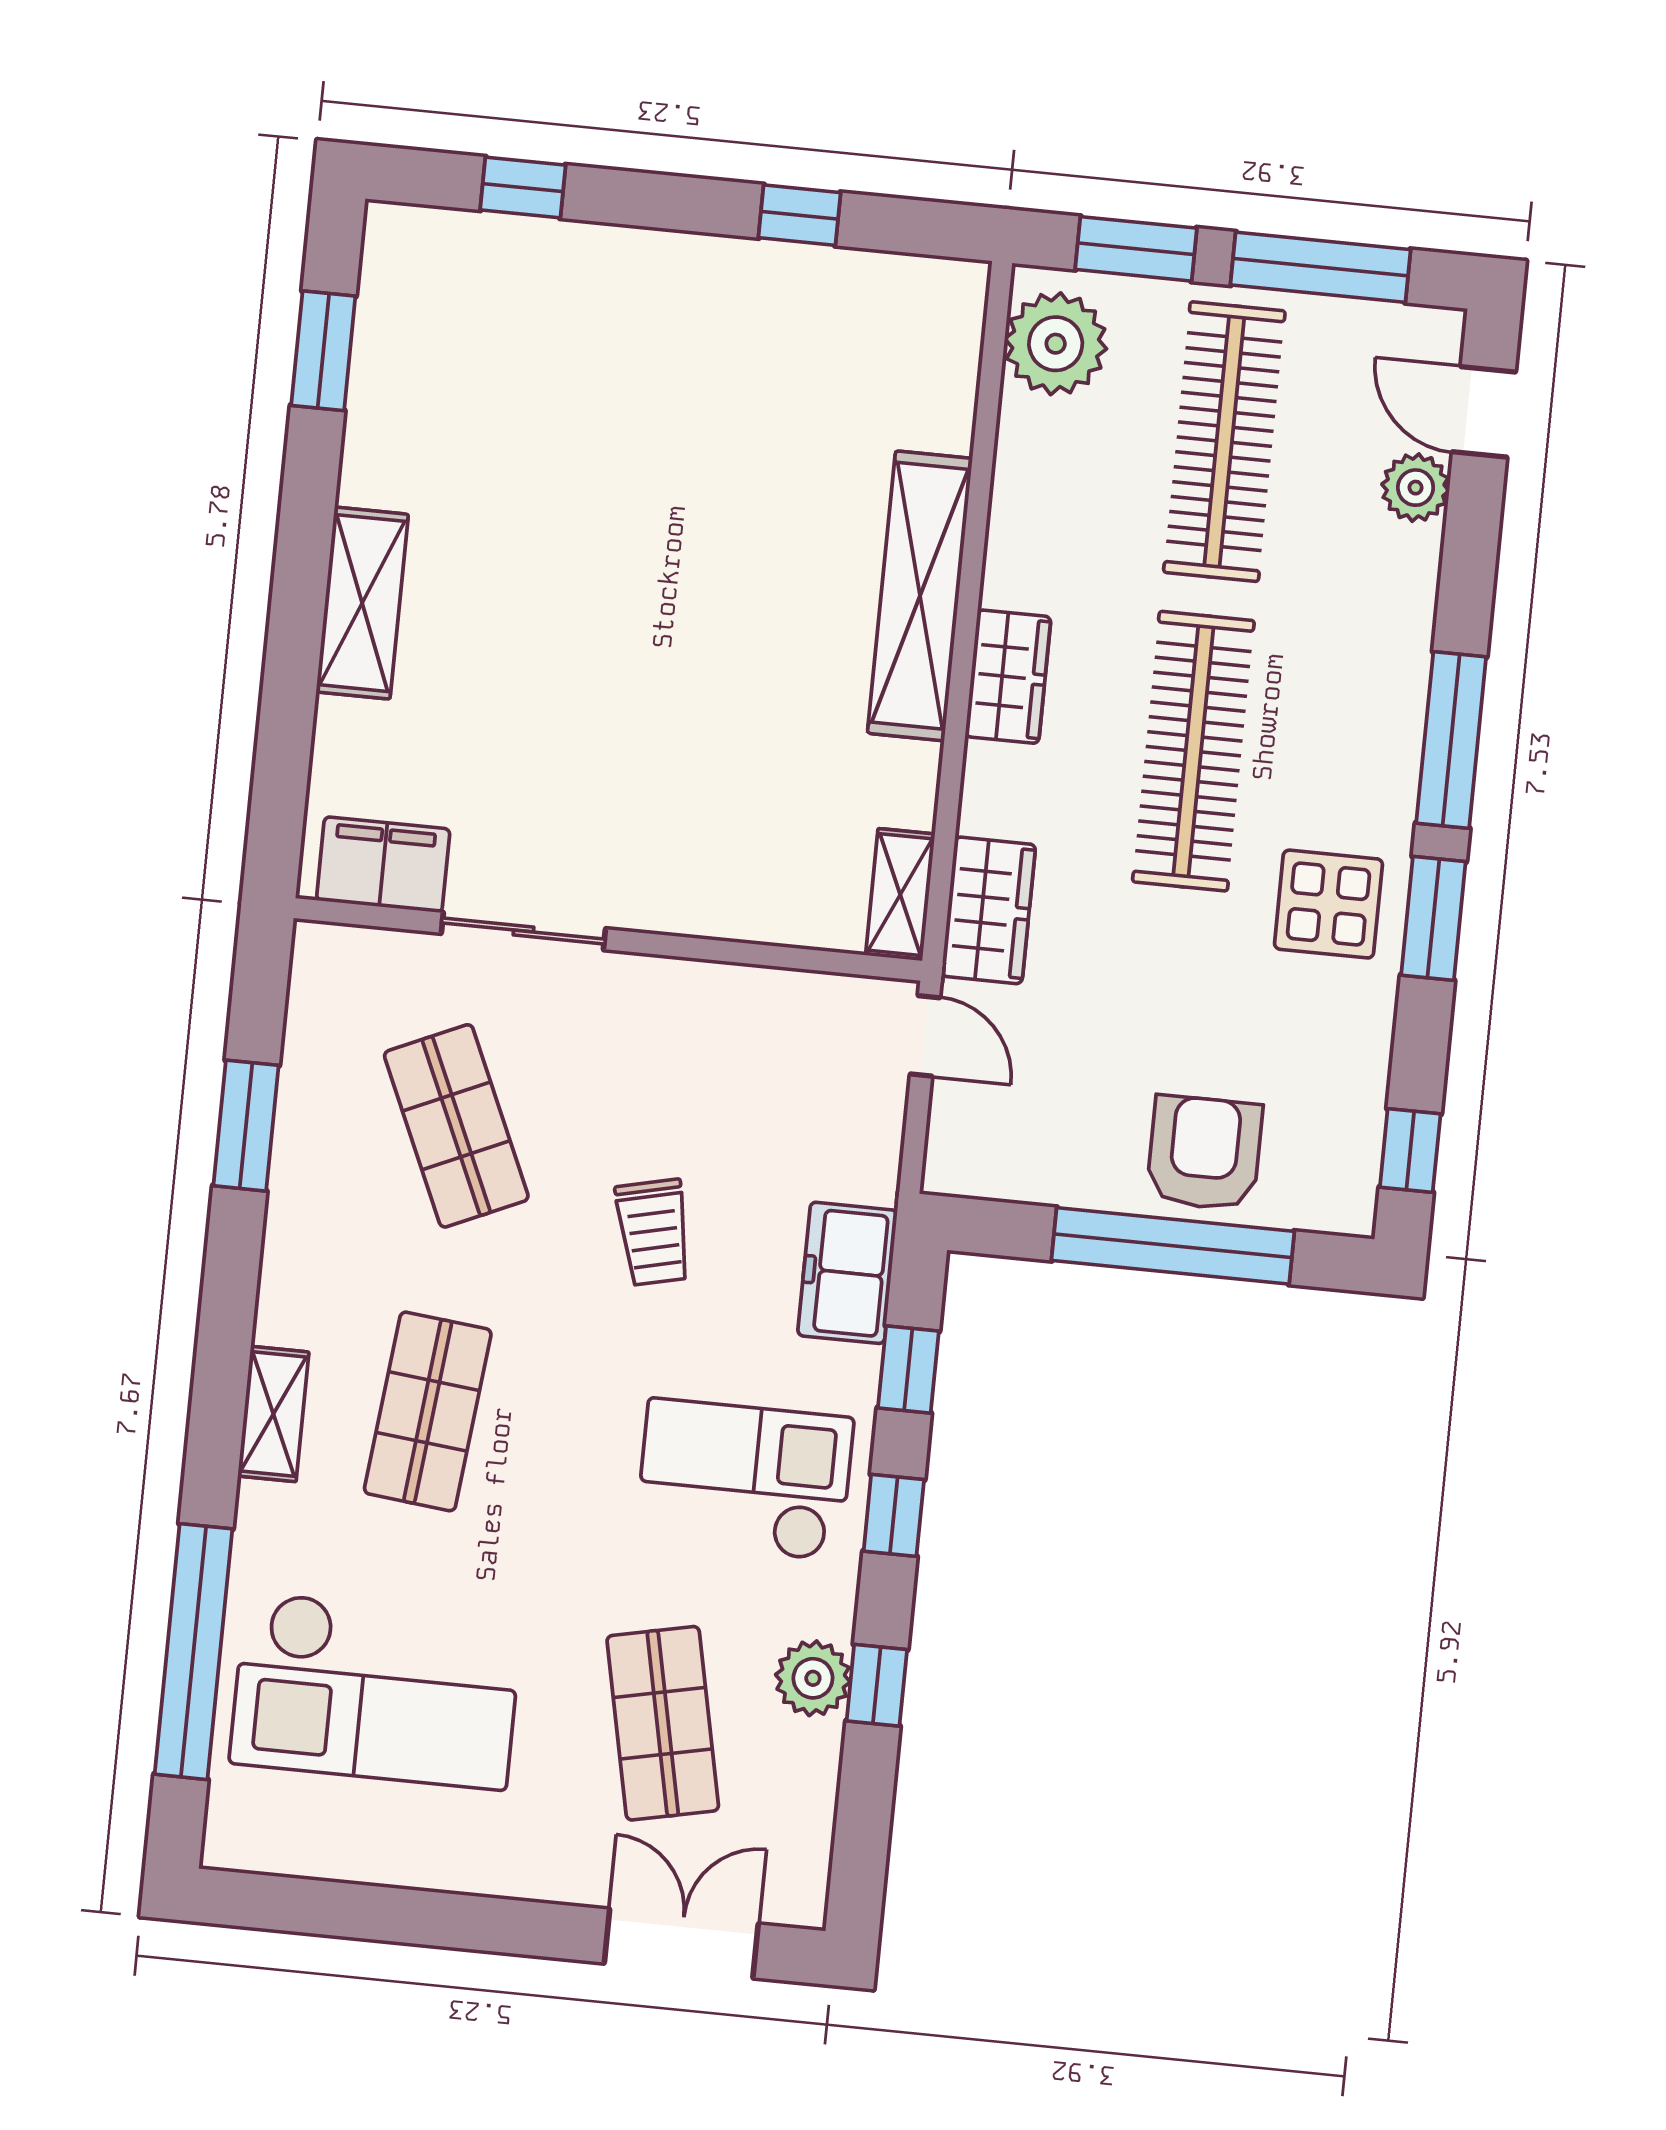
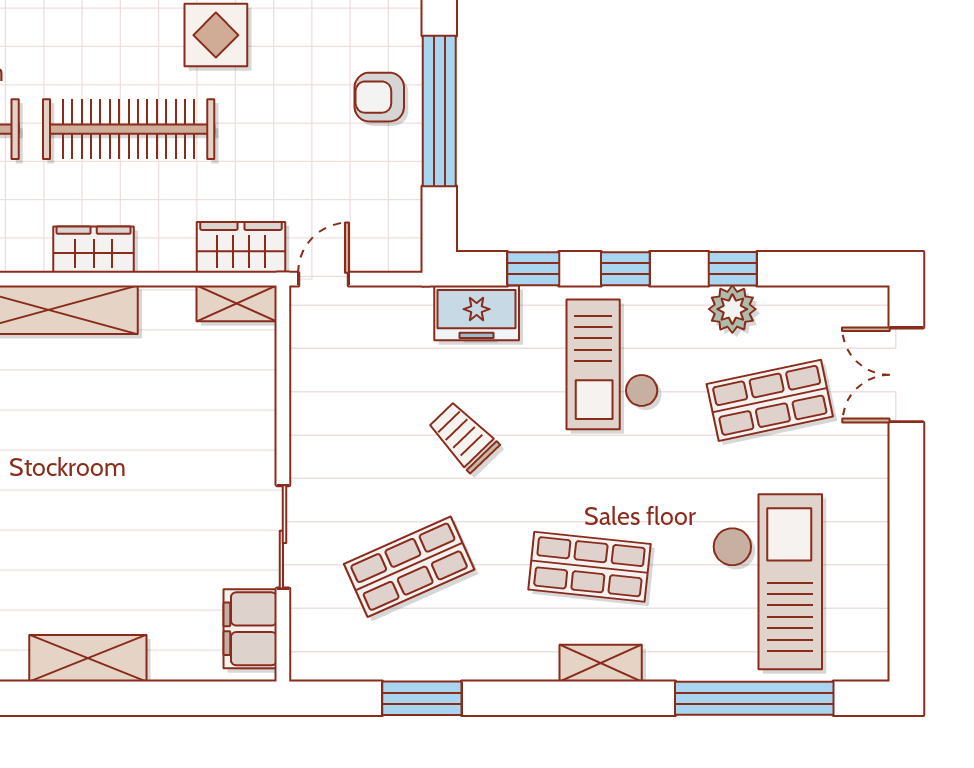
armchair: (1204, 1153) -> (379, 97), width x0.72, depth x0.72
trolley: (654, 1232) -> (463, 437), turned -121

